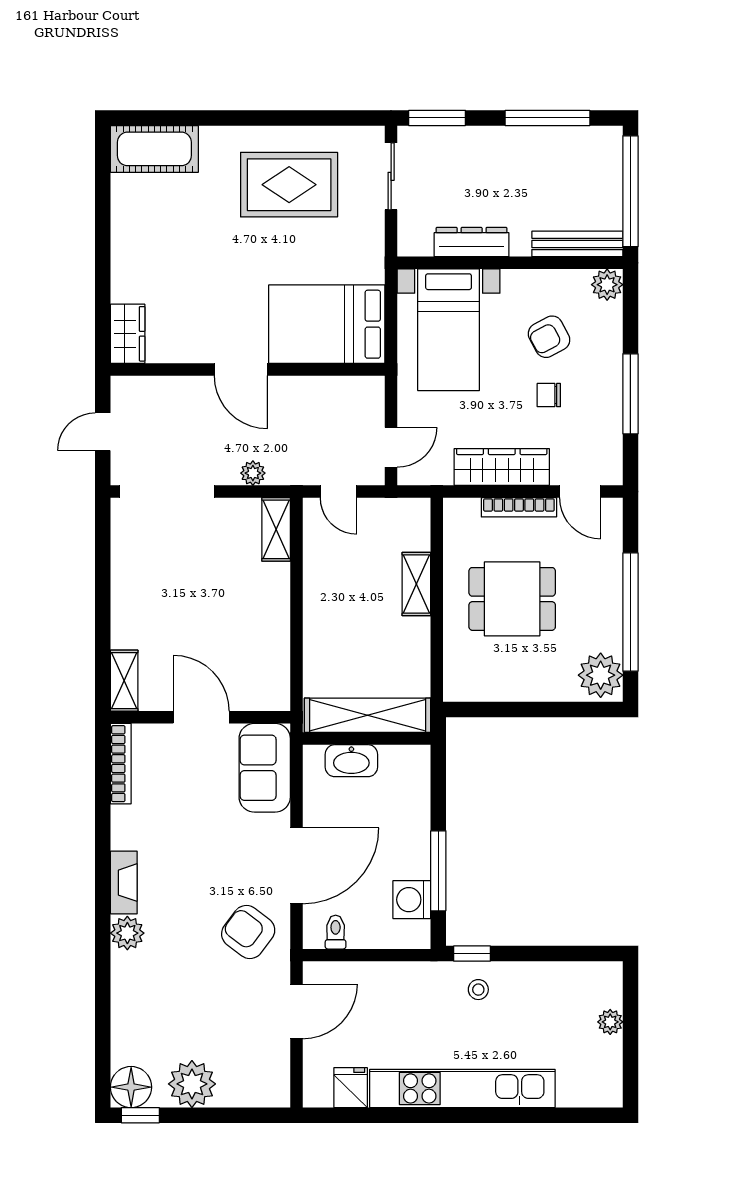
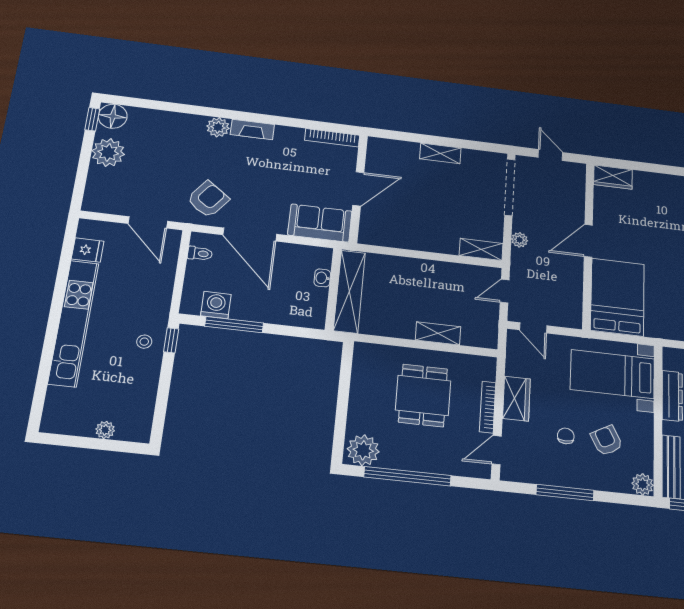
wardrobe: (502, 467) -> (516, 399), width x0.67
shelving: (124, 681) -> (440, 153), moved
washbasin: (351, 761) -> (322, 278), width x0.52, depth x0.69

